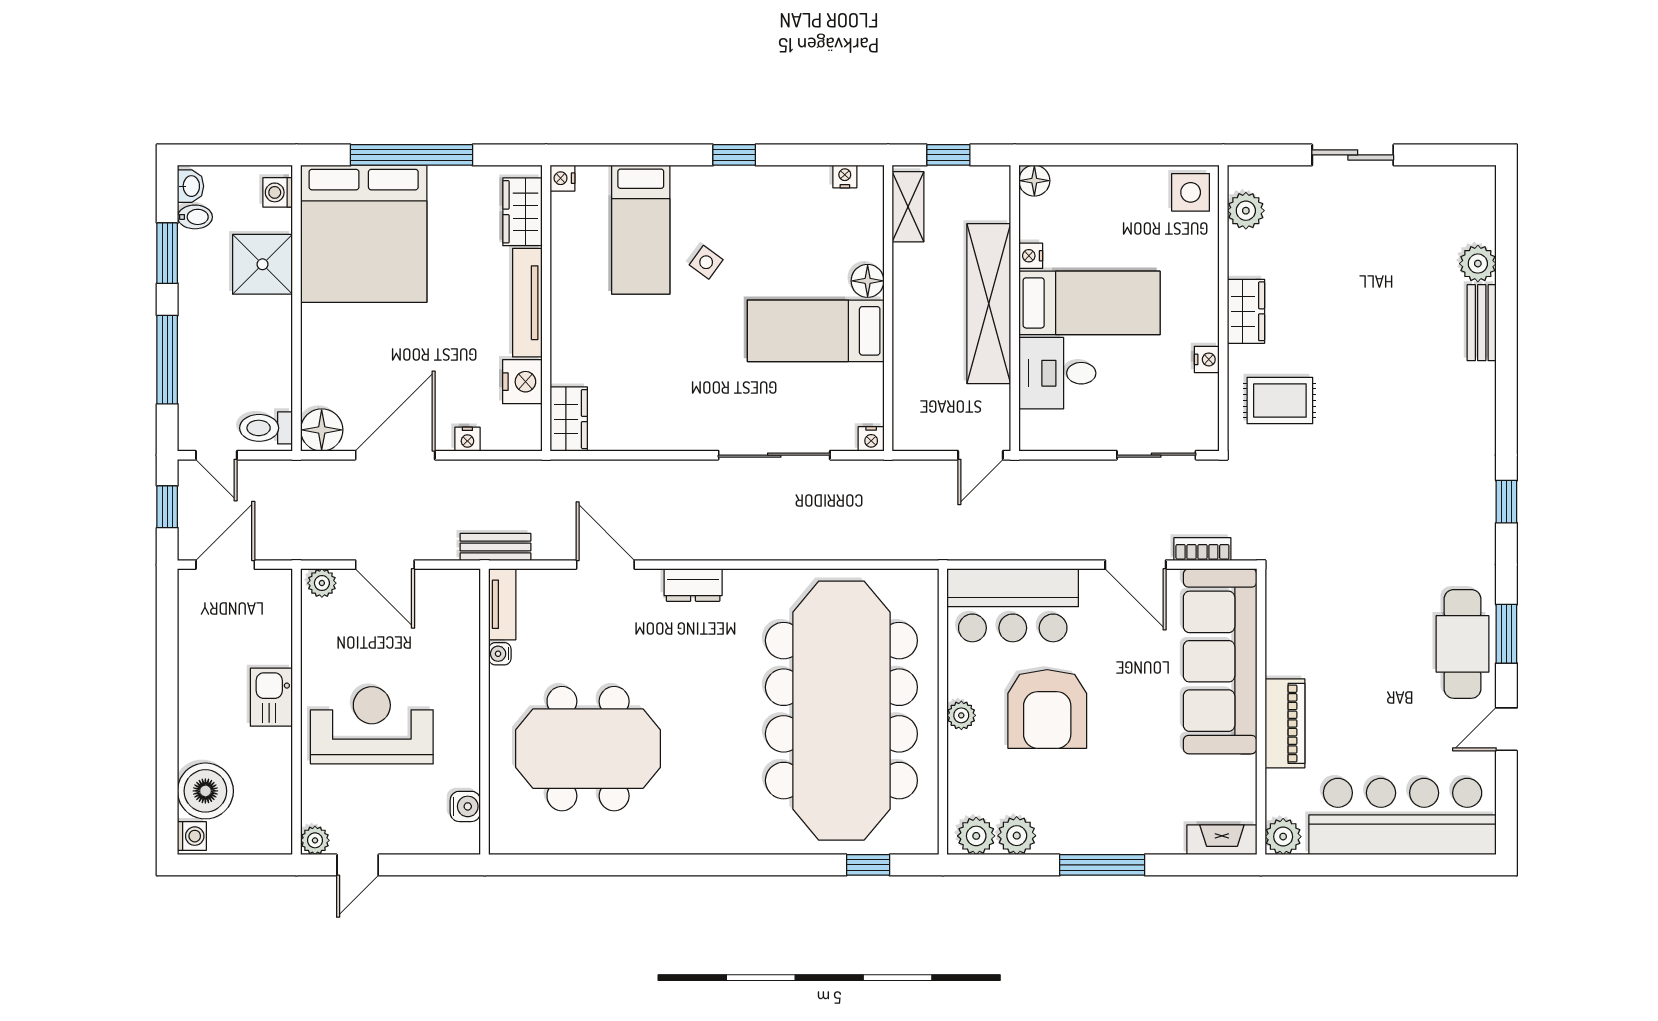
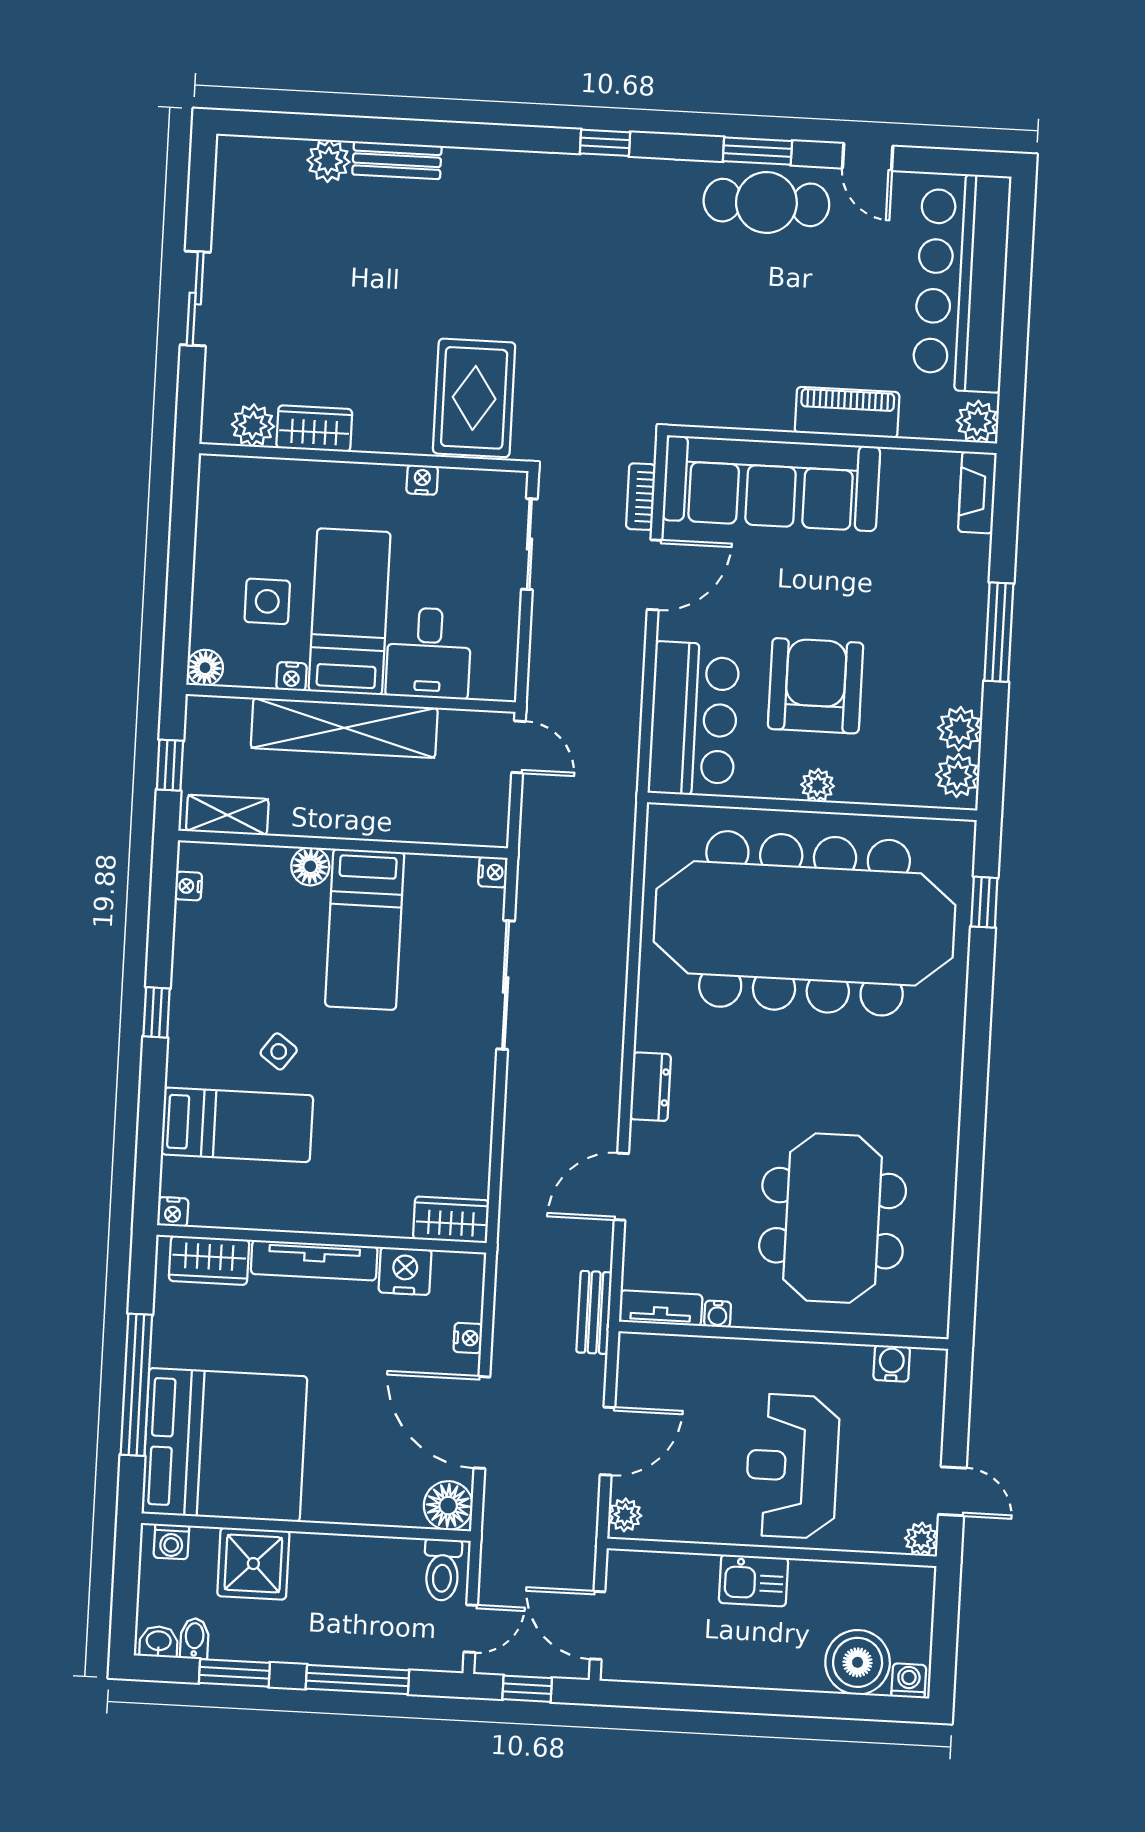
side table: (1191, 192) -> (267, 601), moved
wardrobe: (1246, 311) -> (314, 429), moved
rug: (1280, 401) -> (474, 398), width x1.36, depth x1.43
armchair: (1047, 709) -> (816, 686), turned -90

